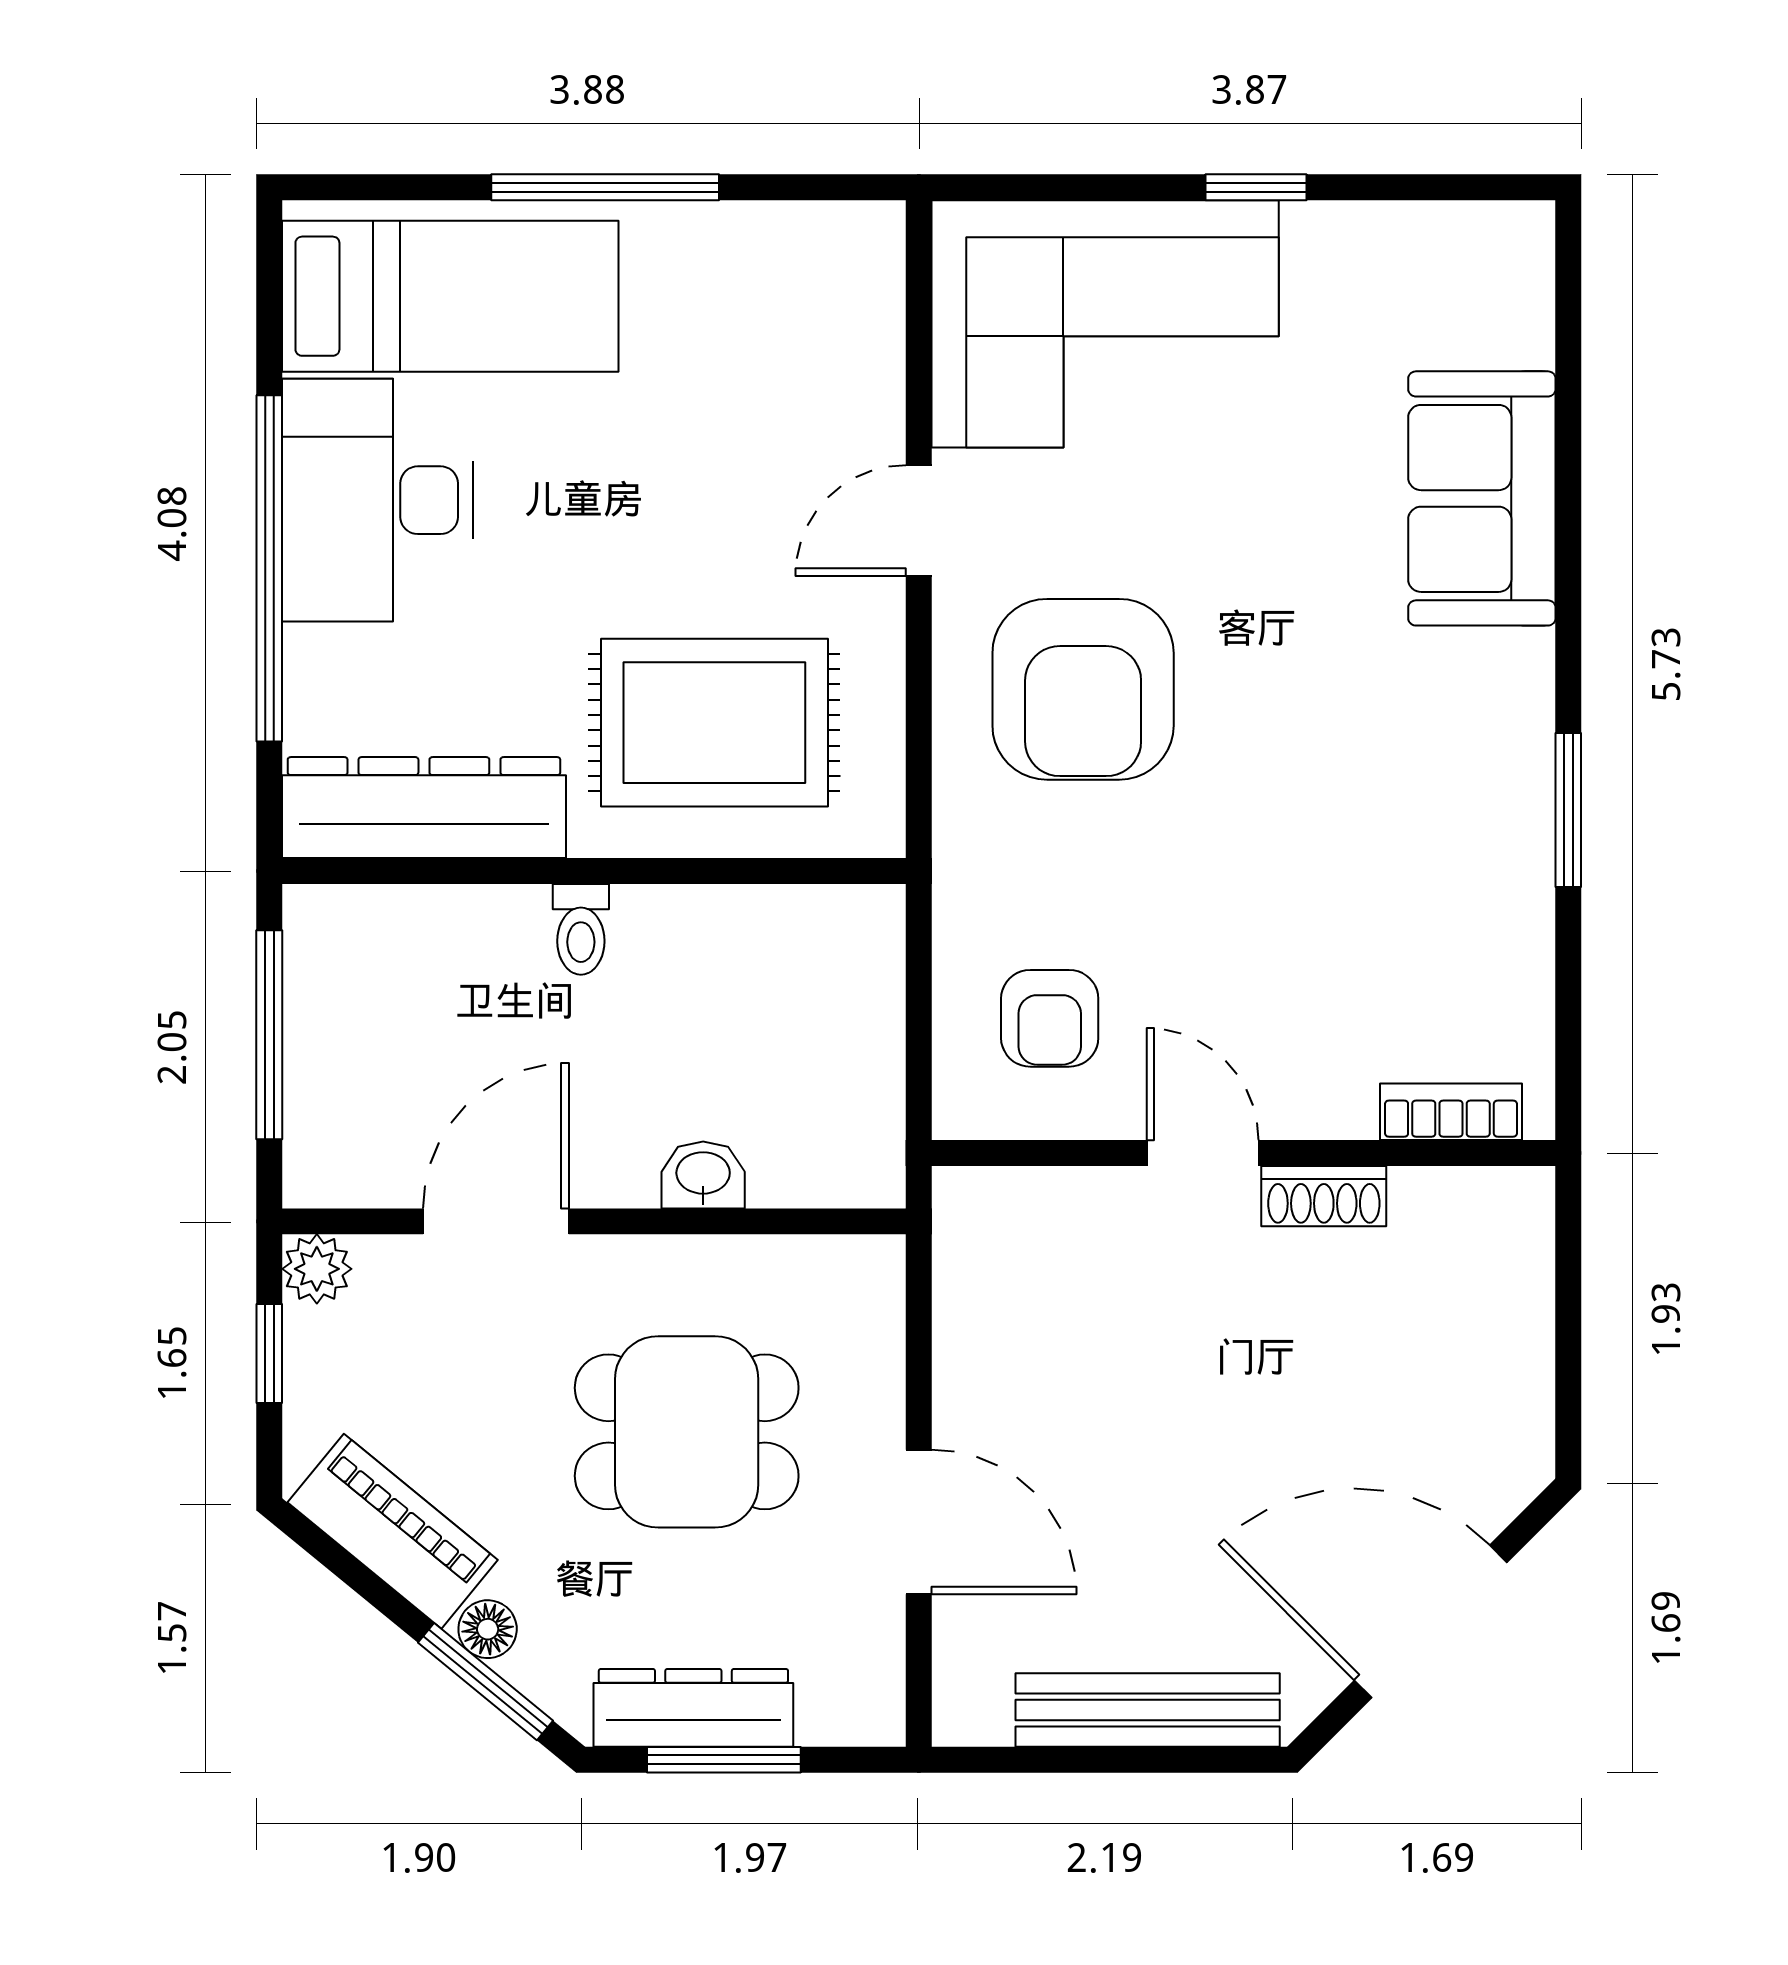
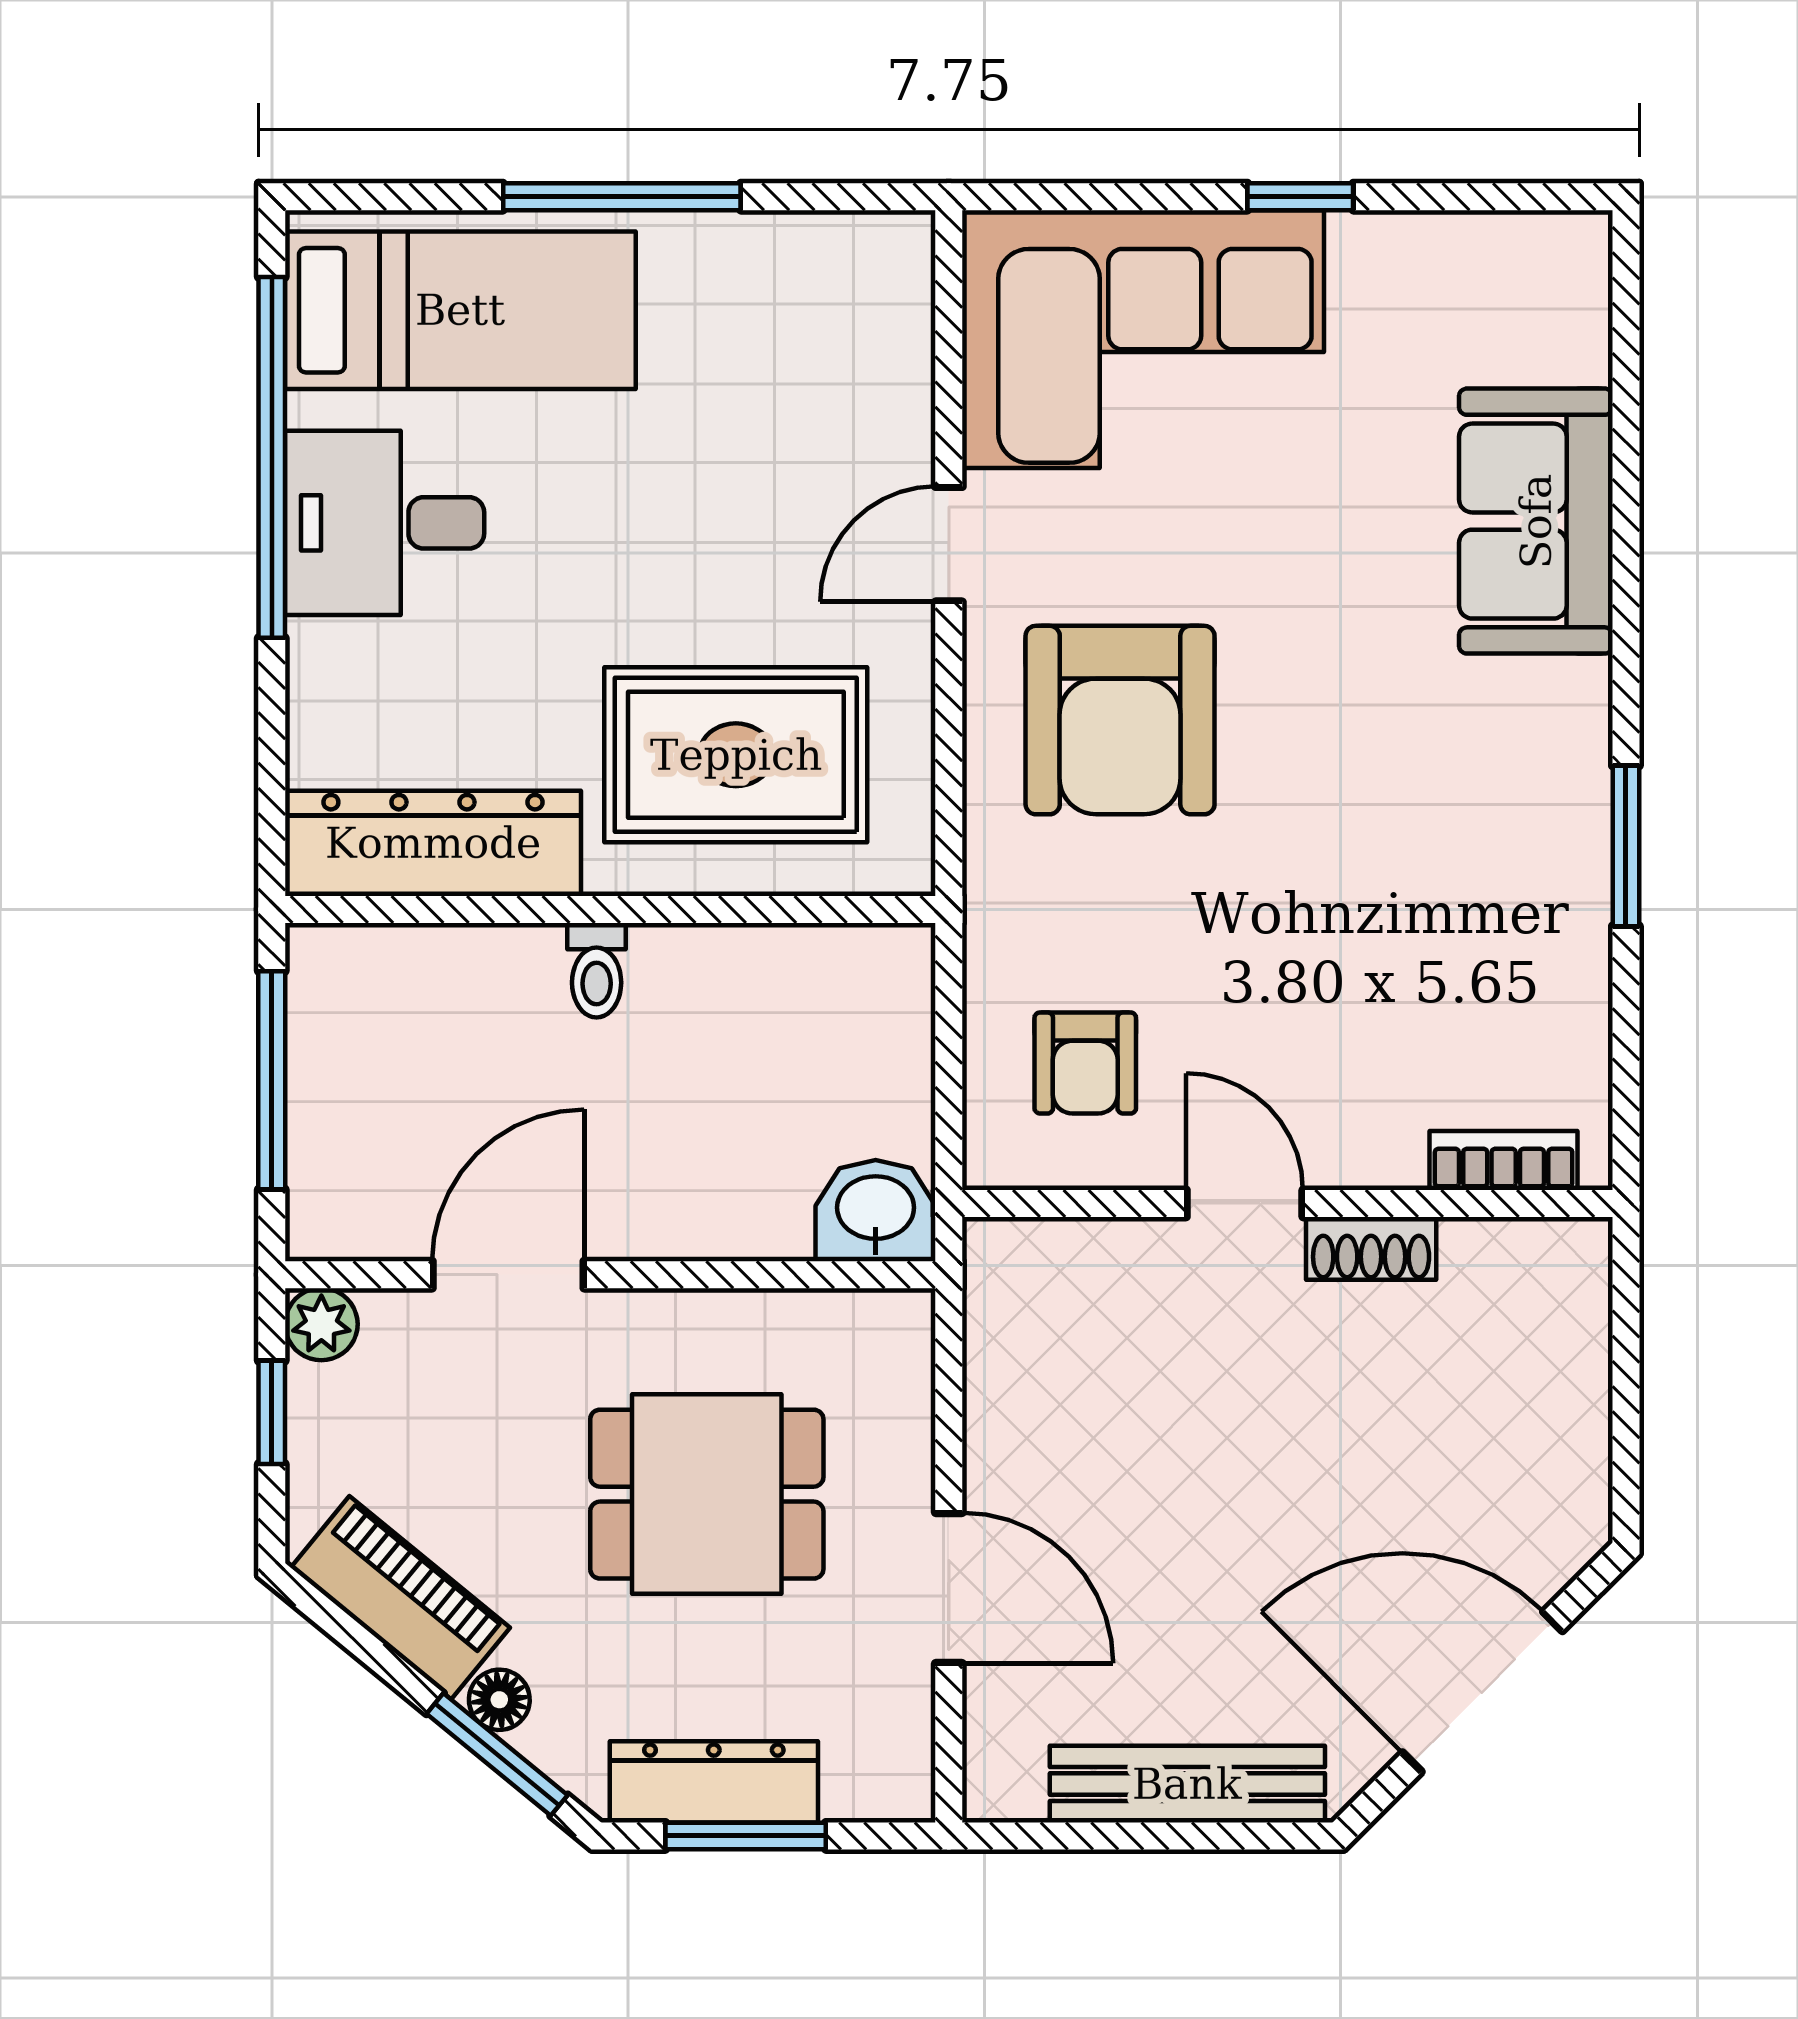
desk: (378, 500) -> (385, 523), width x0.73
window: (269, 568) -> (272, 457), moved
washbasin: (703, 1175) -> (876, 1211), moved, width x1.38, depth x1.45

